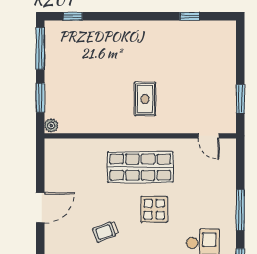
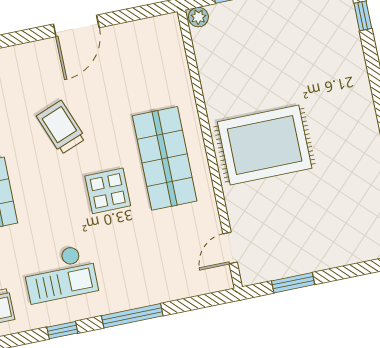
rug: (145, 99) -> (265, 145), width x1.86, depth x2.06
door: (40, 208) -> (76, 26), hinge flipped
trolley: (106, 232) -> (61, 127), width x1.36, depth x1.39

